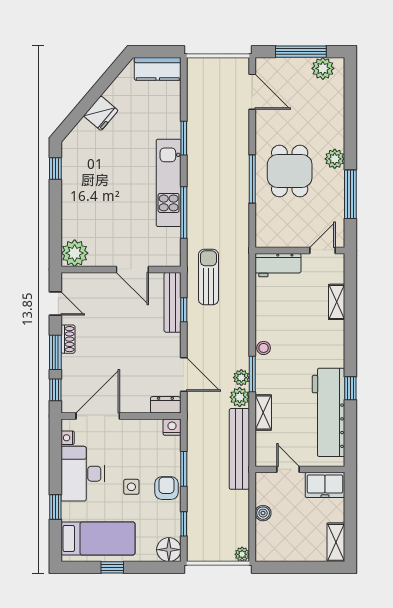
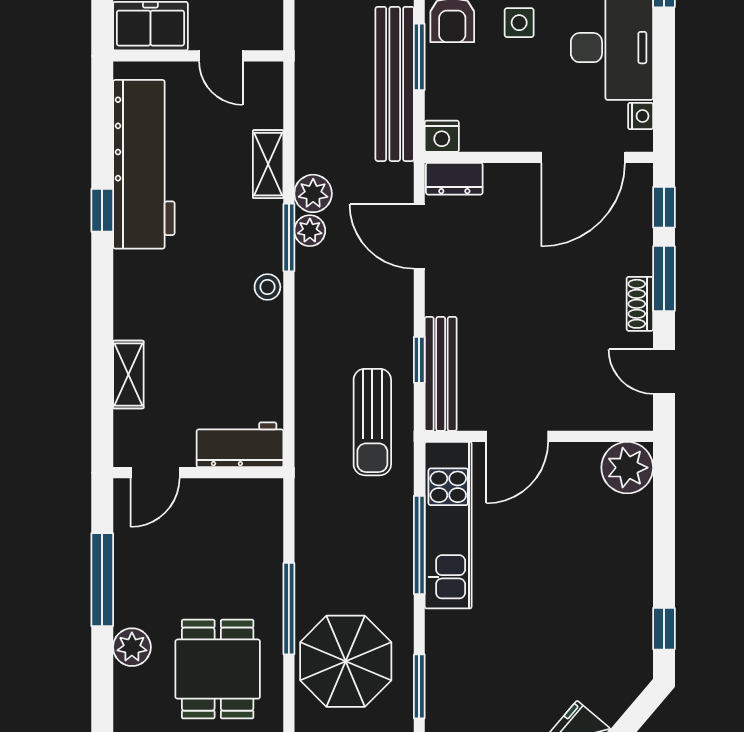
parasol: (222, 151) -> (346, 661), added
dining table: (290, 171) -> (218, 669), moved
kitchen unit: (169, 183) -> (448, 525), moved
door: (132, 269) -> (517, 436), swing flipped
bench: (239, 449) -> (395, 84), moved

